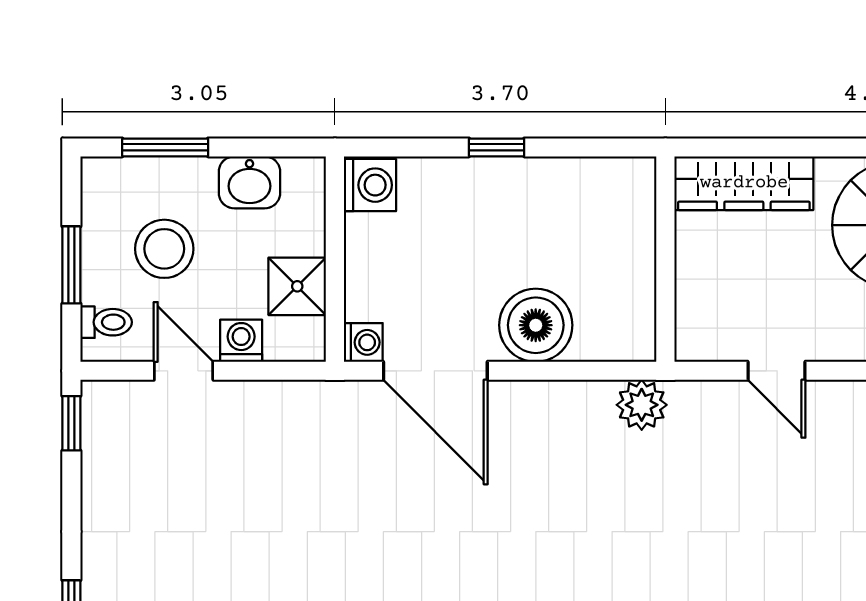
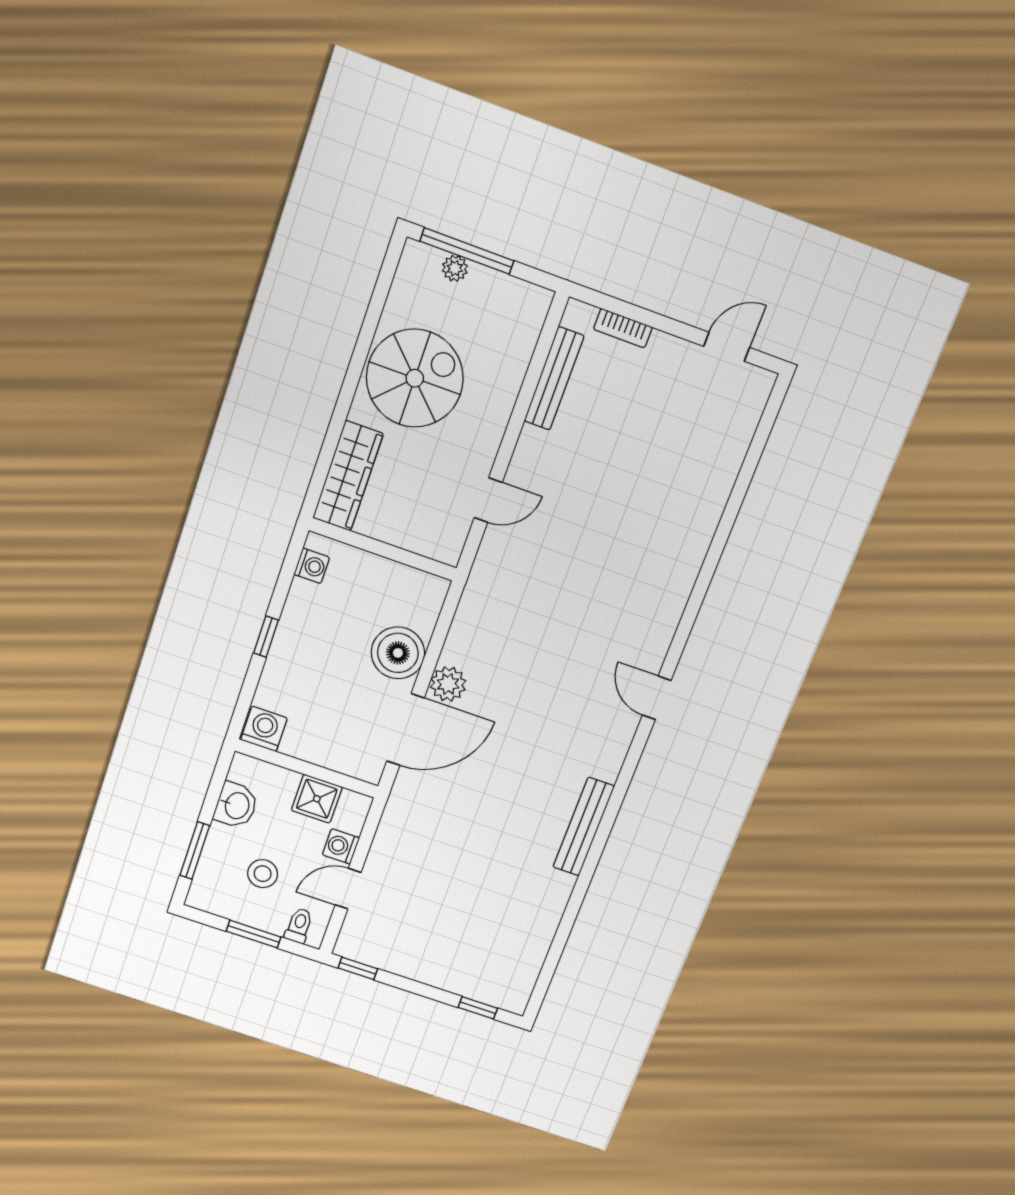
stool: (164, 249) -> (263, 874), width x0.73, depth x0.73
washing machine: (363, 342) -> (312, 566), moved, turned 90
plant: (642, 405) -> (448, 684), moved

